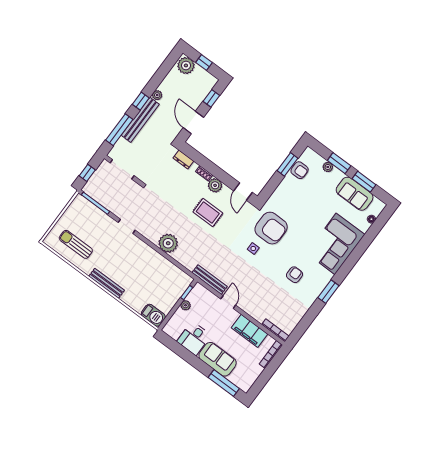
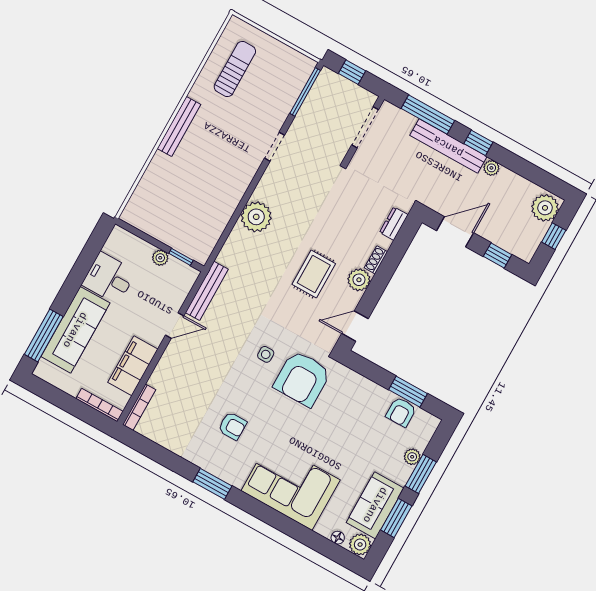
plant: (377, 206) -> (360, 545), added
barbecue: (153, 315) -> (138, 208), removed
sofa: (218, 359) -> (75, 330), width x1.36

